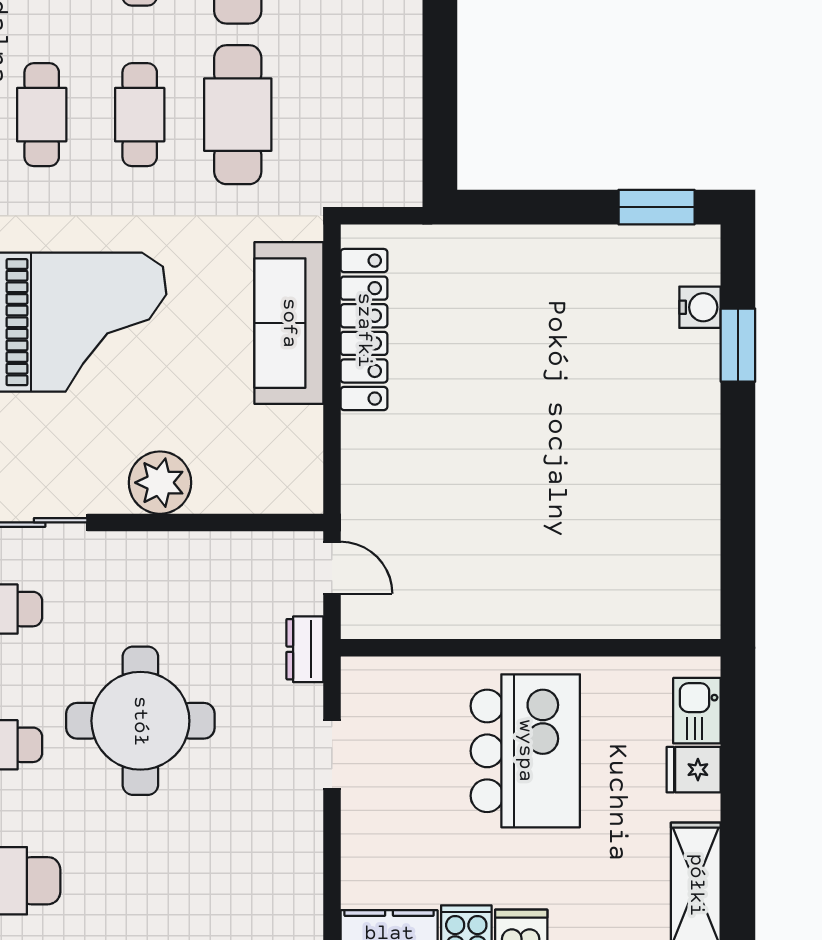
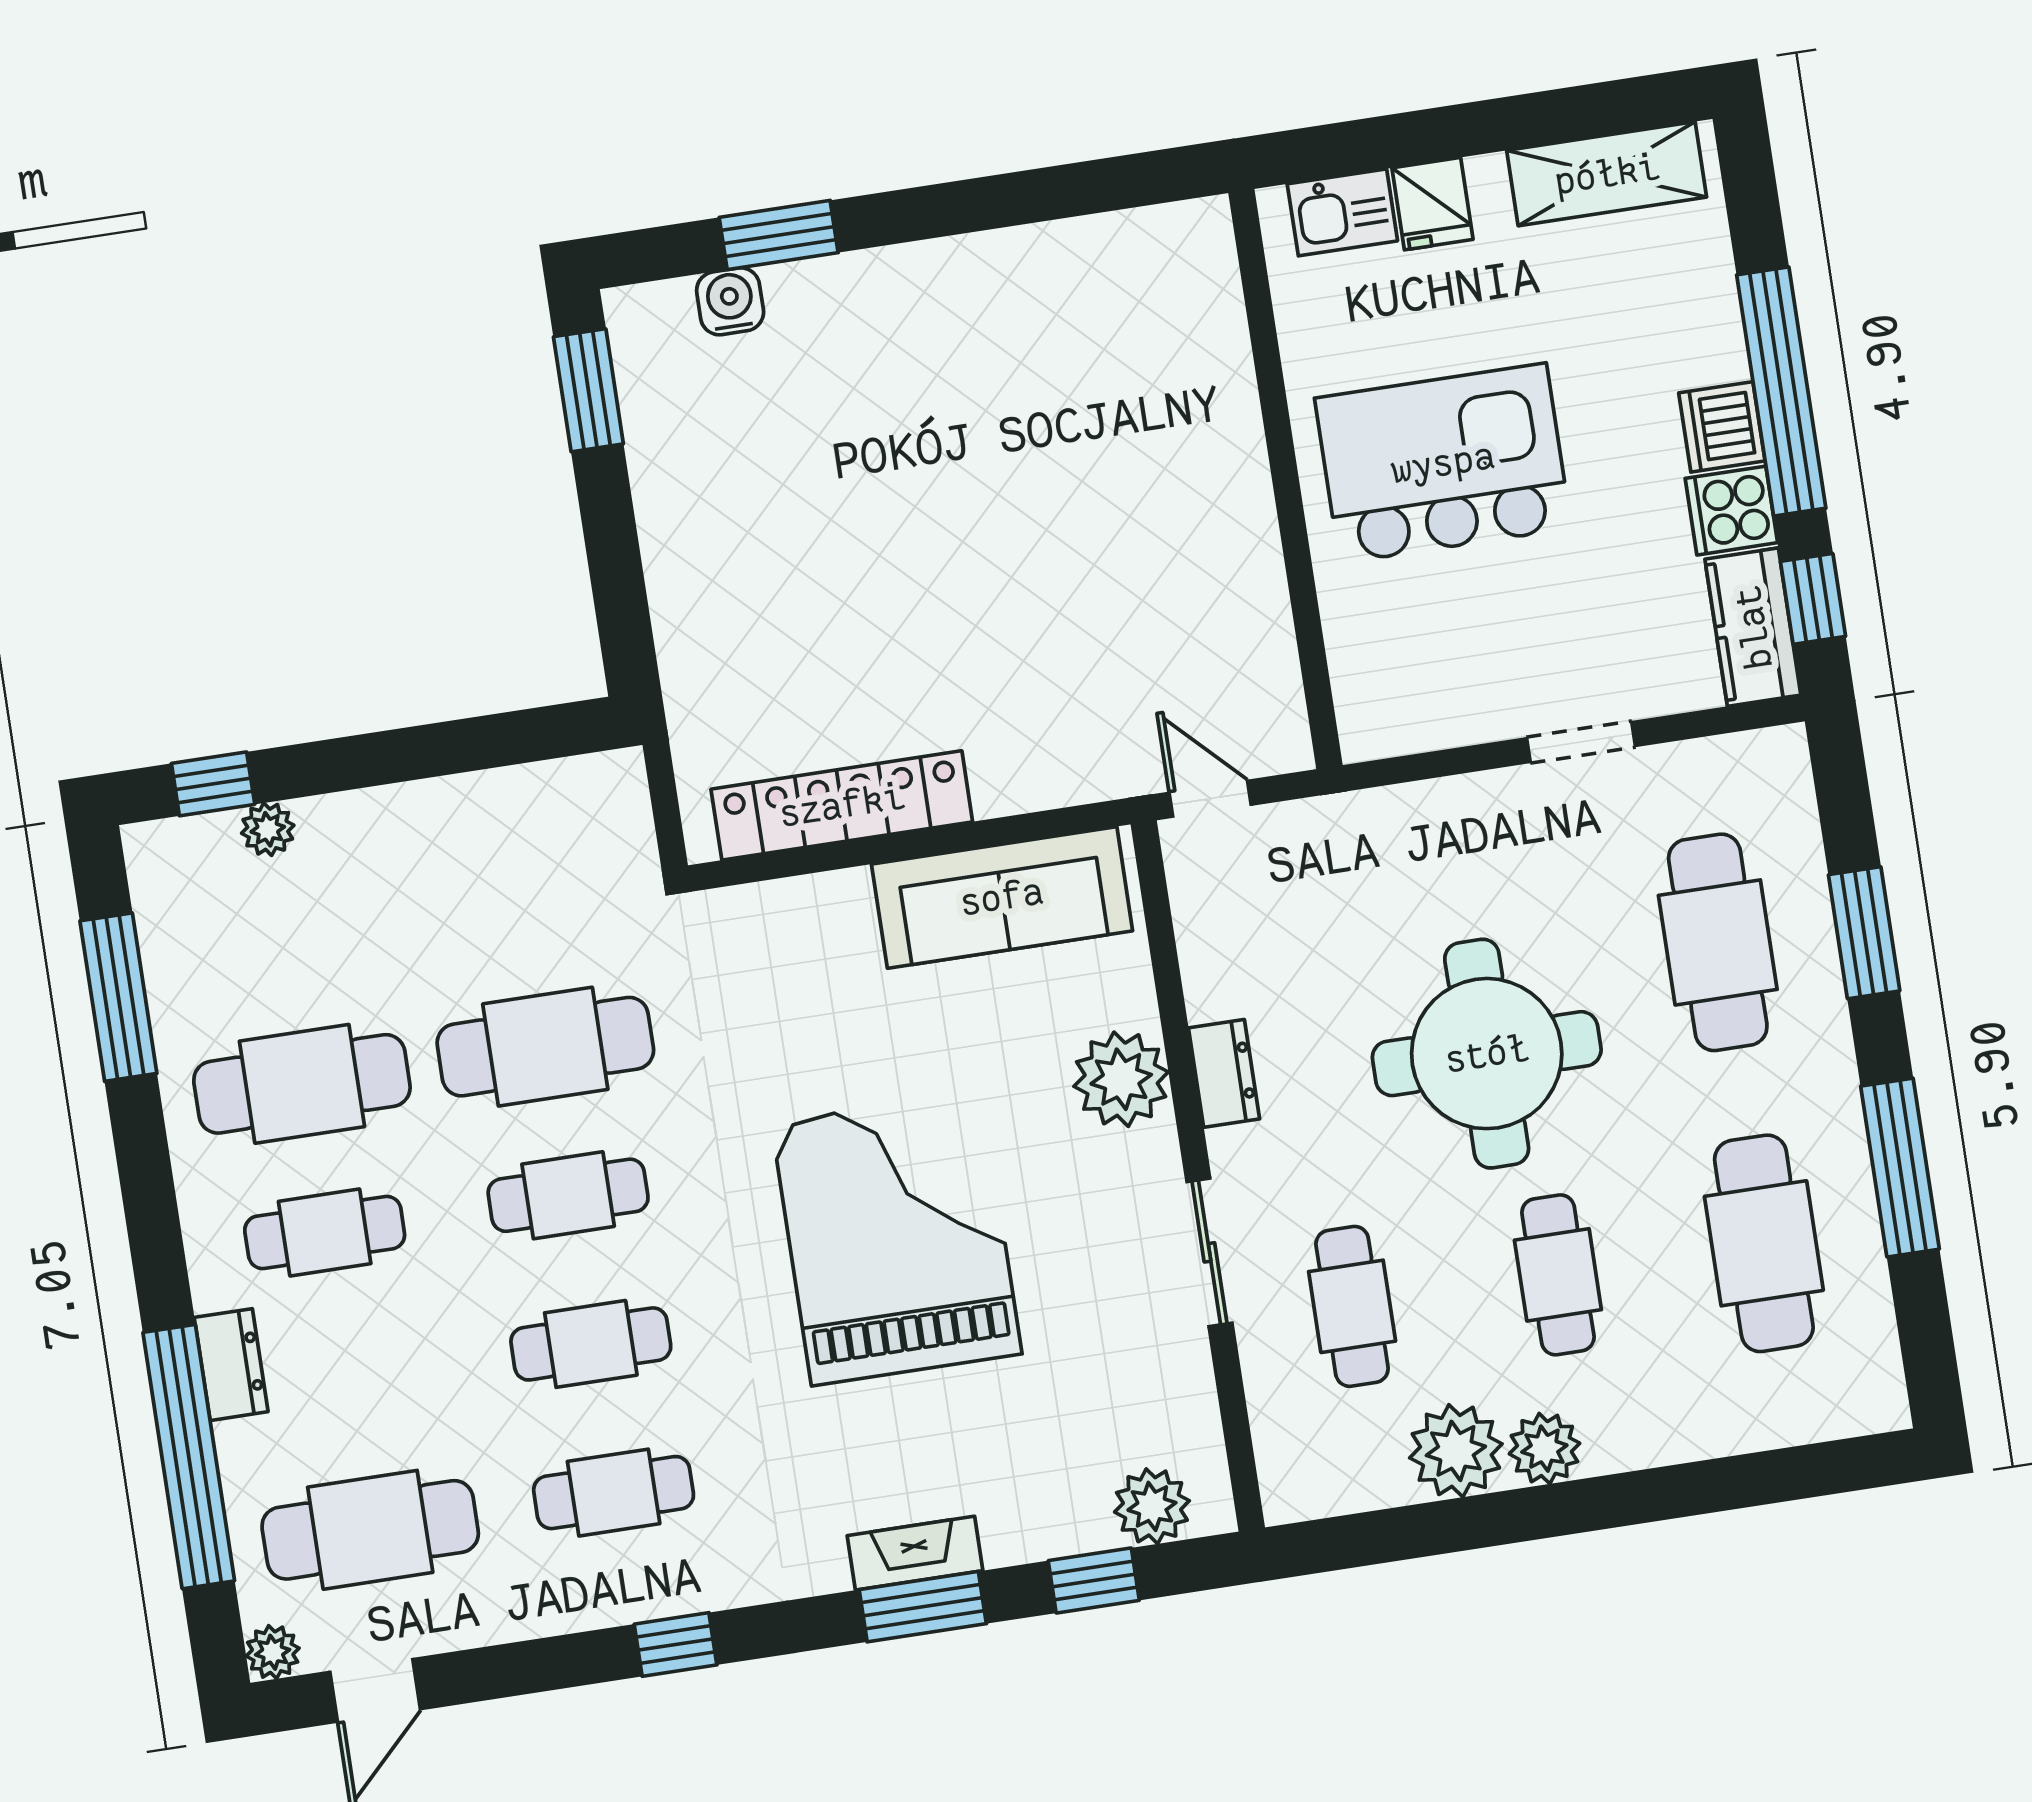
sofa: (289, 323) -> (1002, 897), moved
door: (332, 568) -> (1210, 799), hinge flipped
dresser: (305, 649) -> (1224, 1073), moved, turned -90
doorway: (332, 754) -> (1581, 742), moved
cafe table: (189, 881) -> (1718, 942), added

